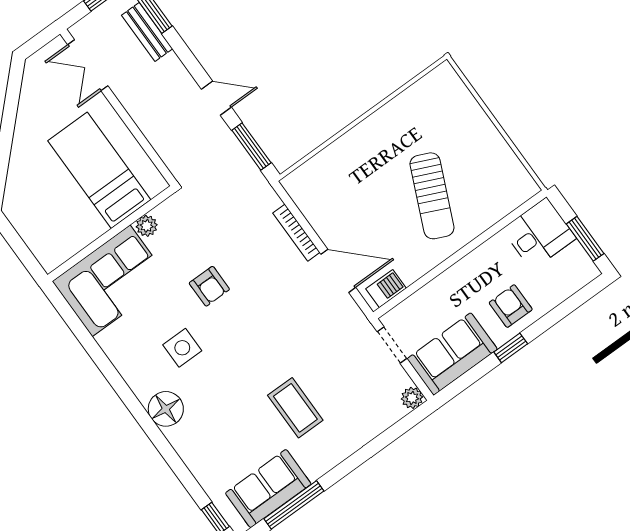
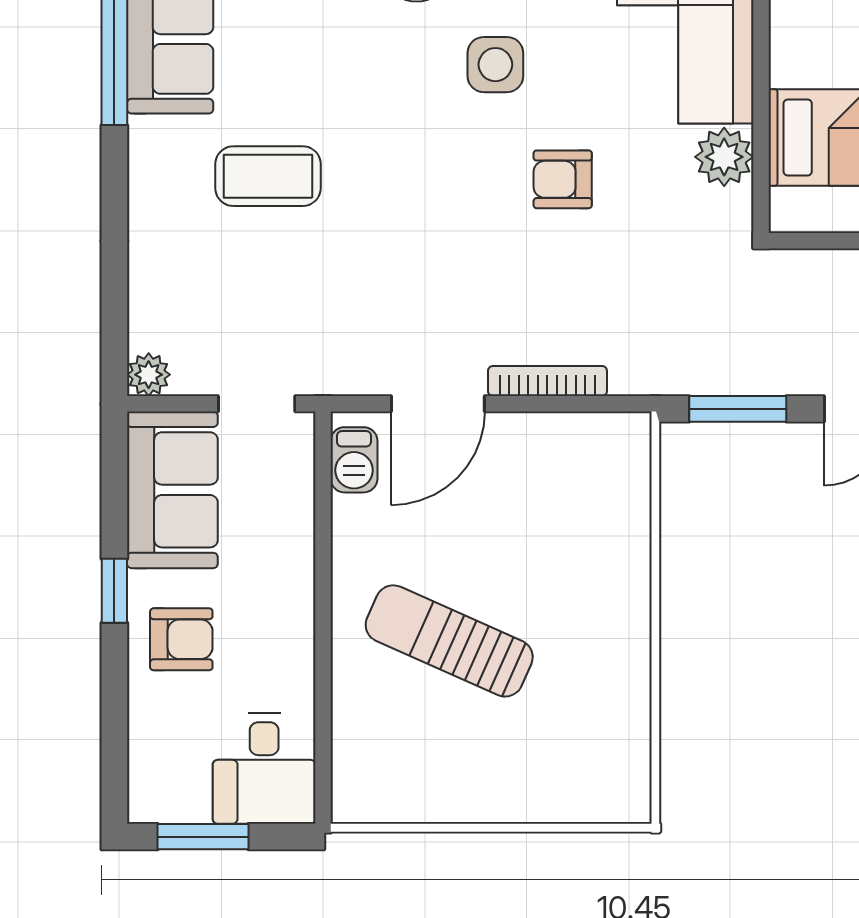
plant: (147, 226) -> (724, 157), width x1.38, depth x1.38

